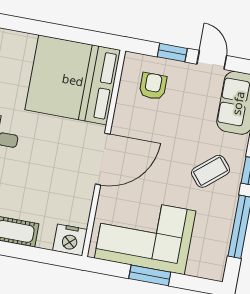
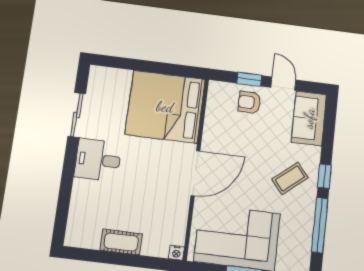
armchair: (153, 86) -> (249, 102), moved, turned -90
nightstand: (70, 240) -> (176, 253), width x0.53, depth x0.56

